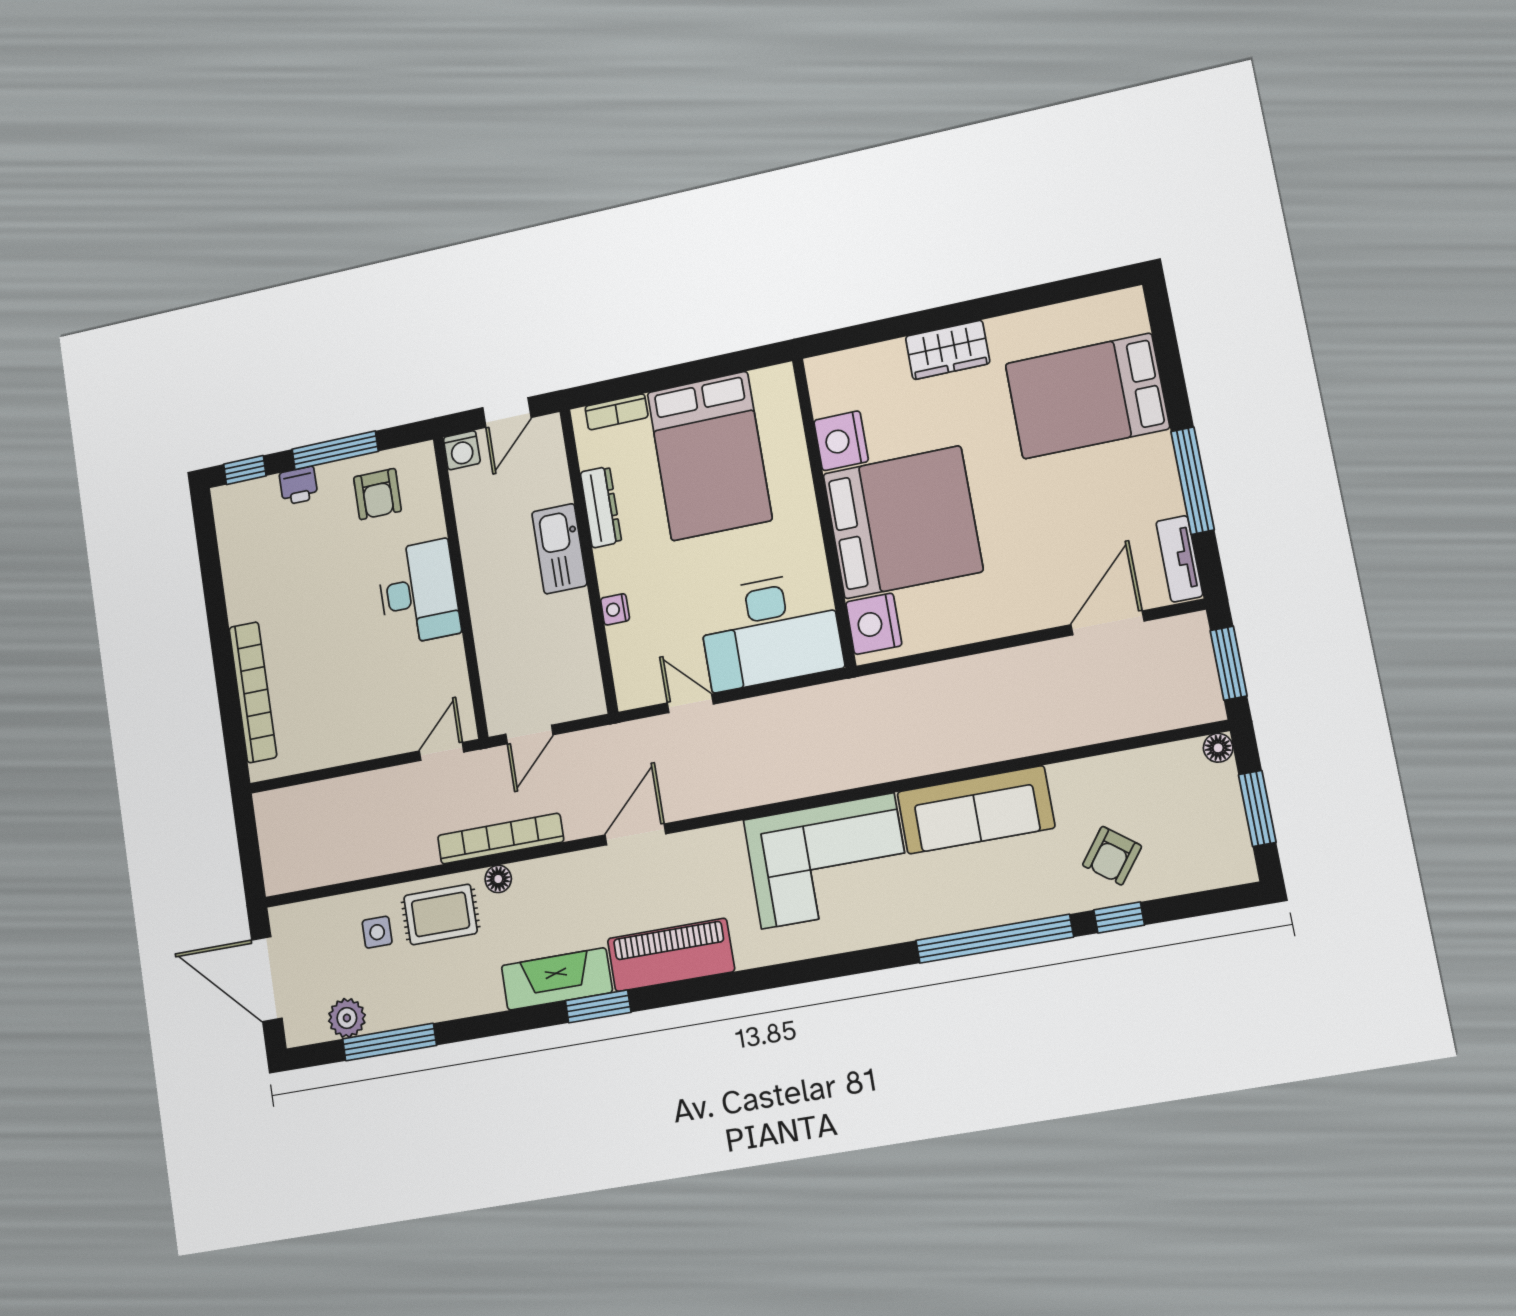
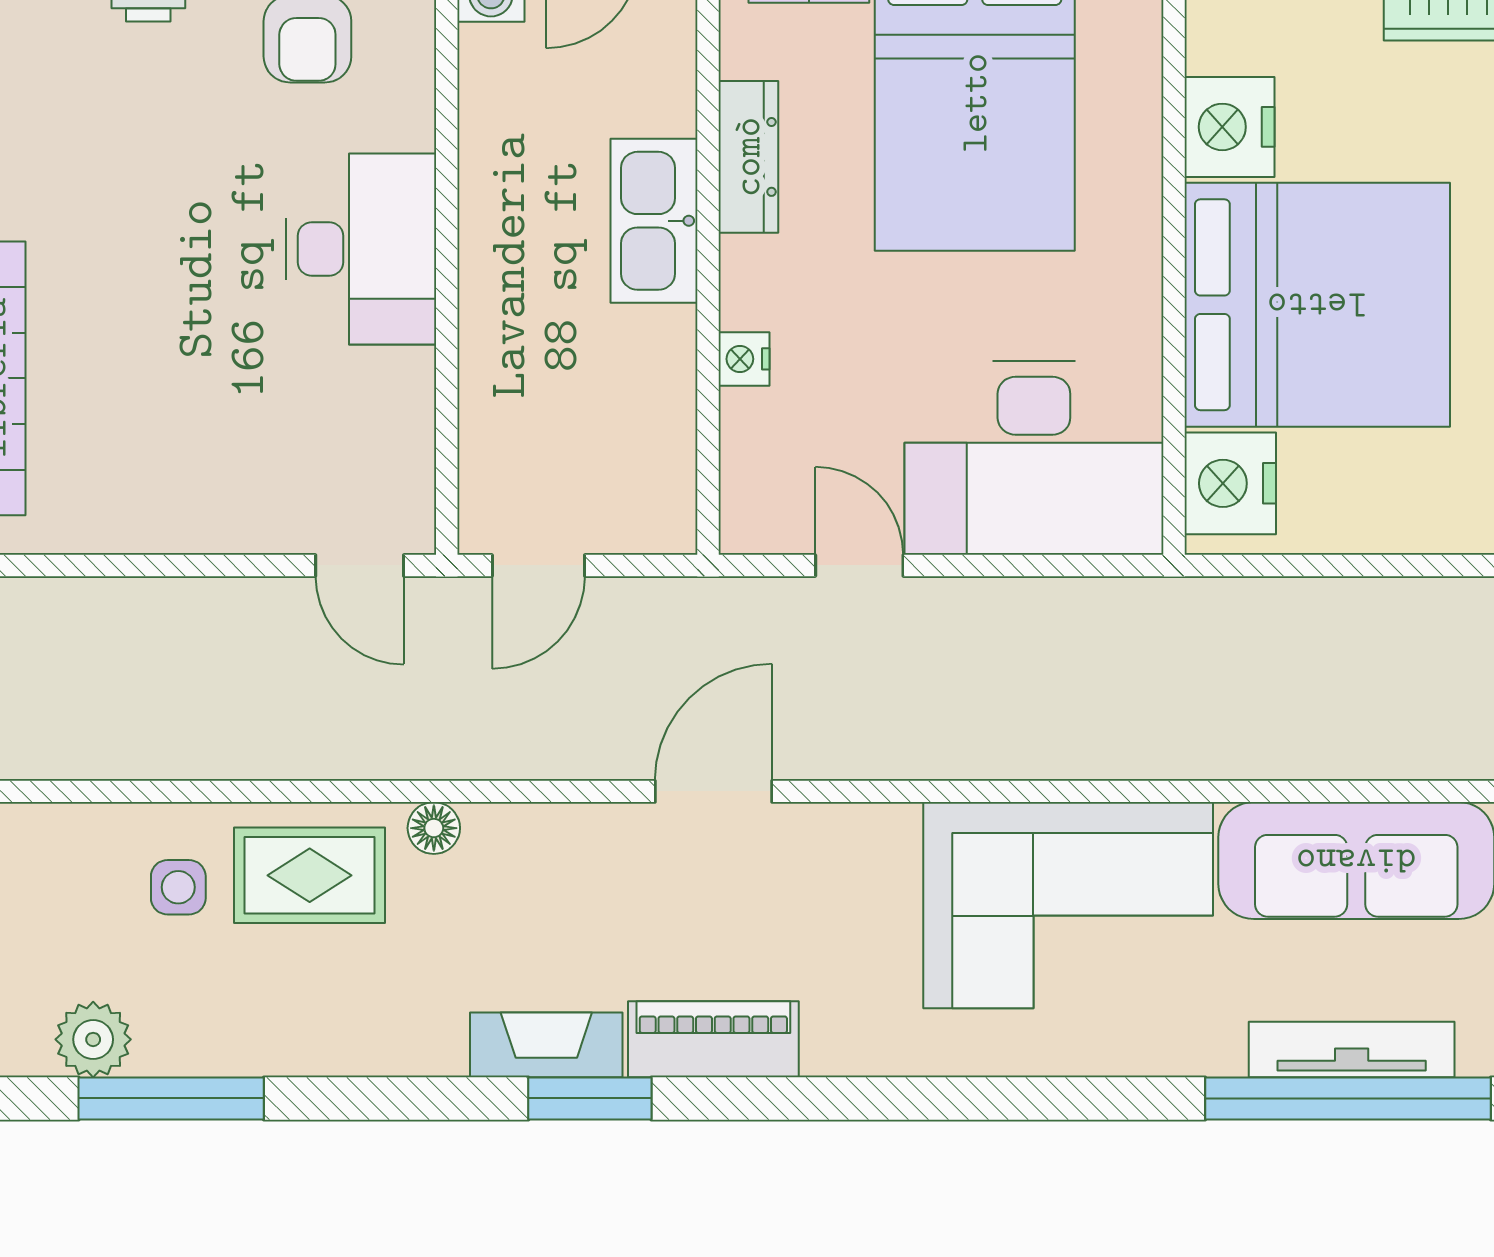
door: (442, 751) -> (360, 565), swing flipped
bookcase: (500, 839) -> (450, 753), removed
tv unit: (992, 912) -> (1352, 1049), added
piano: (671, 955) -> (713, 1039), width x0.73, depth x0.75
fireplace: (557, 979) -> (546, 1045), width x0.73, depth x0.76

